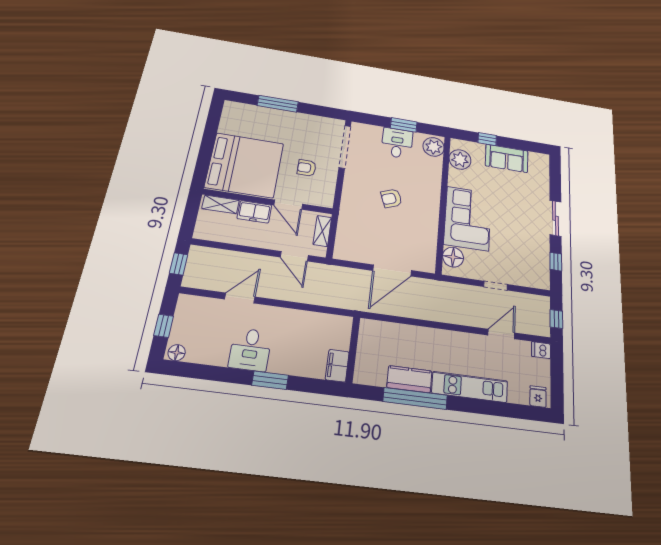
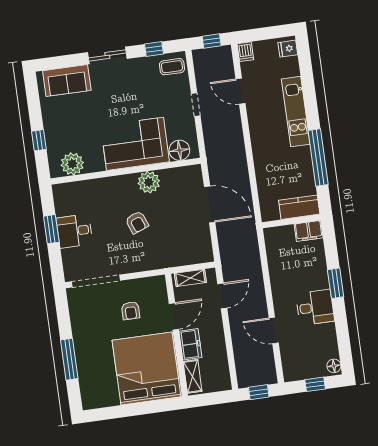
plant: (434, 147) -> (149, 182), moved
sofa: (507, 158) -> (67, 81), moved, turned 90
coffee table: (536, 273) -> (172, 67), added
kitchen counter: (409, 379) -> (299, 207), moved, turned 90

